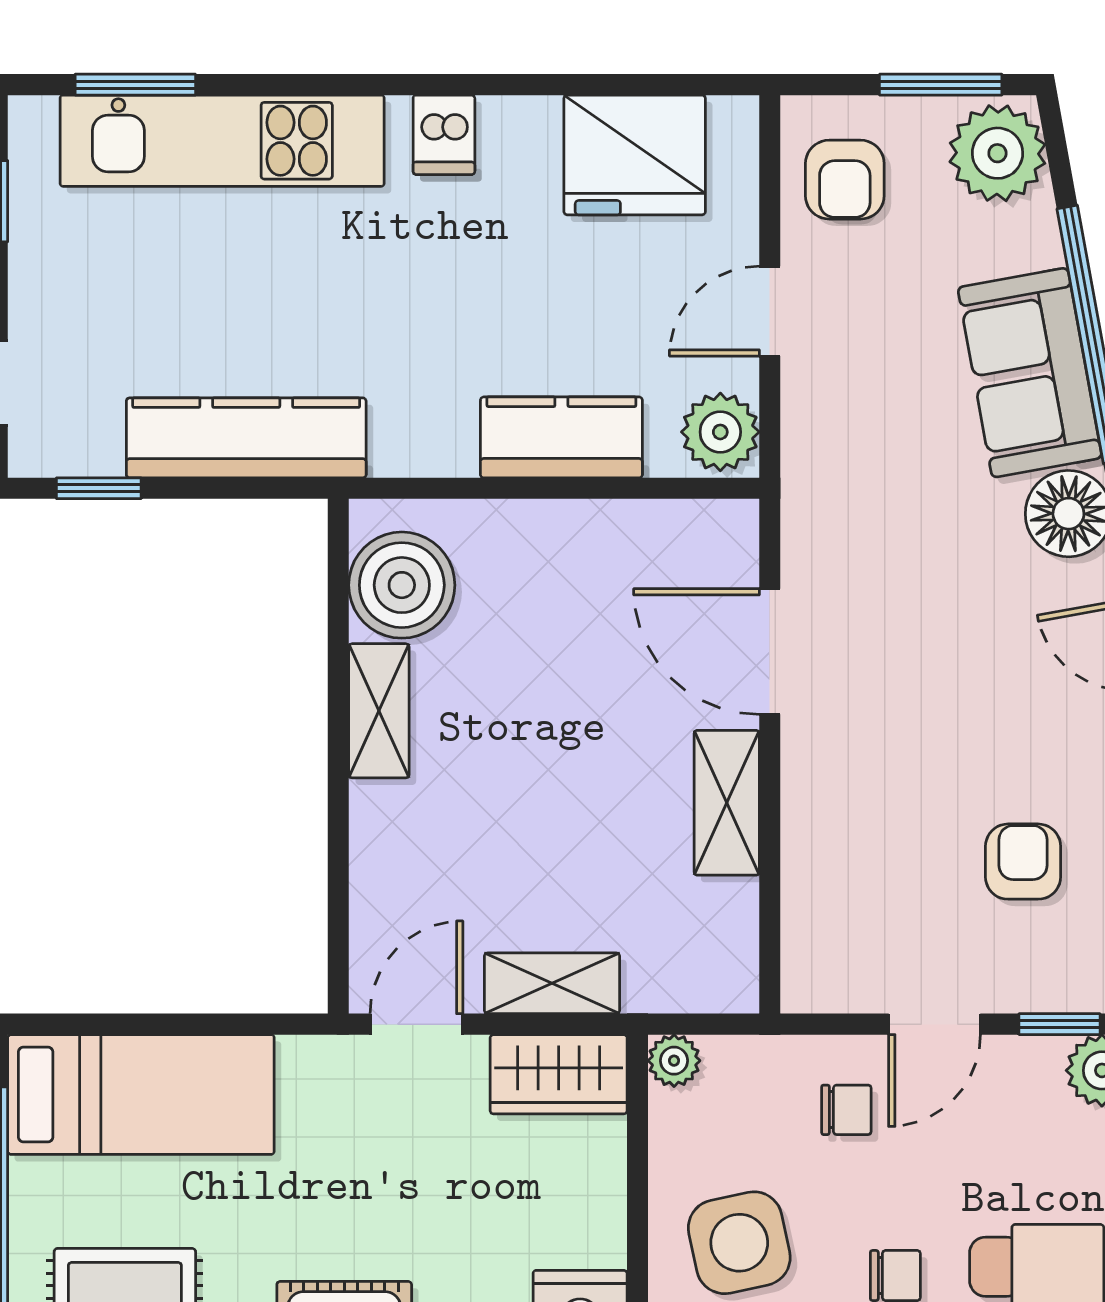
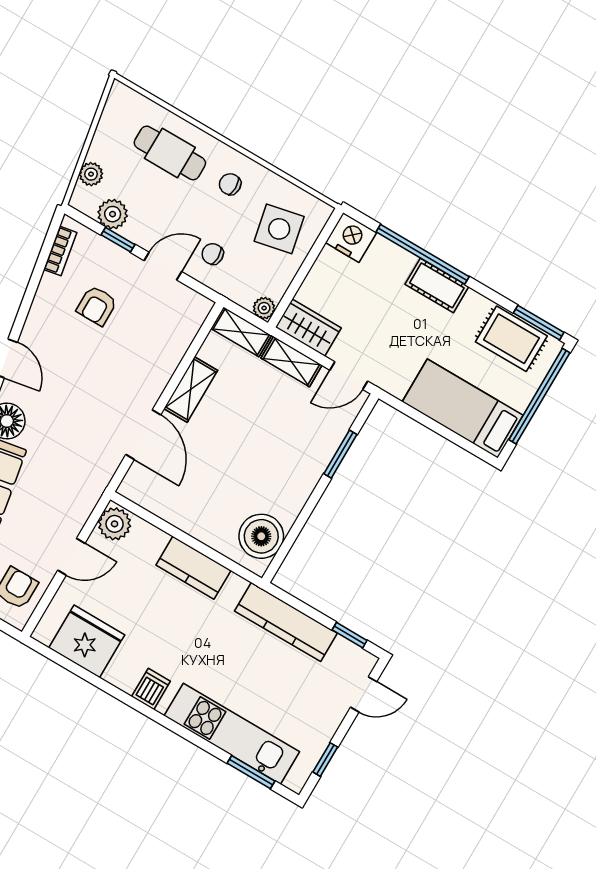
kitchen counter: (561, 437) -> (193, 568), moved
shelving: (379, 711) -> (241, 332), moved, turned 90
window: (338, 851) -> (340, 454), added

